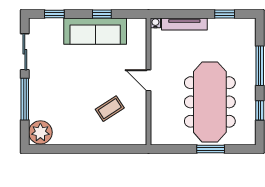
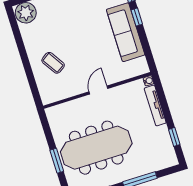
window: (102, 14) -> (137, 17), moved
coffee table: (110, 109) -> (53, 63), moved

